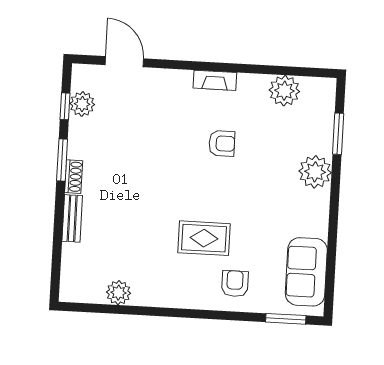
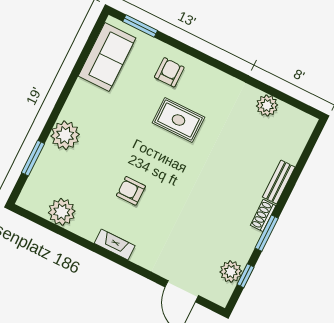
armchair: (235, 284) -> (169, 72), turned 180

